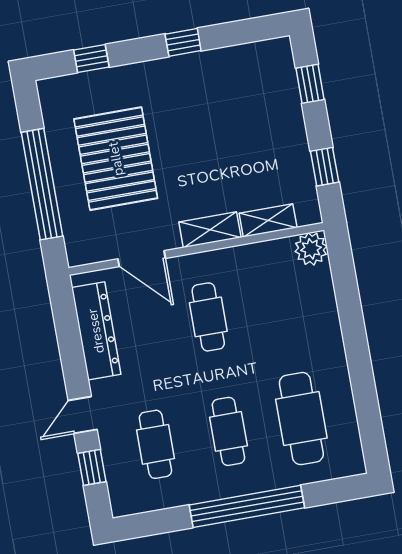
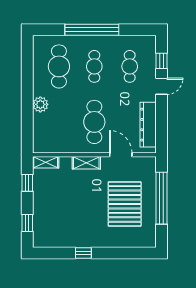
window: (91, 59) -> (128, 253), removed
shelving: (268, 220) -> (46, 162), moved
plant: (311, 249) -> (40, 104), moved
cafe table: (208, 317) -> (94, 122), width x1.37, depth x1.35

